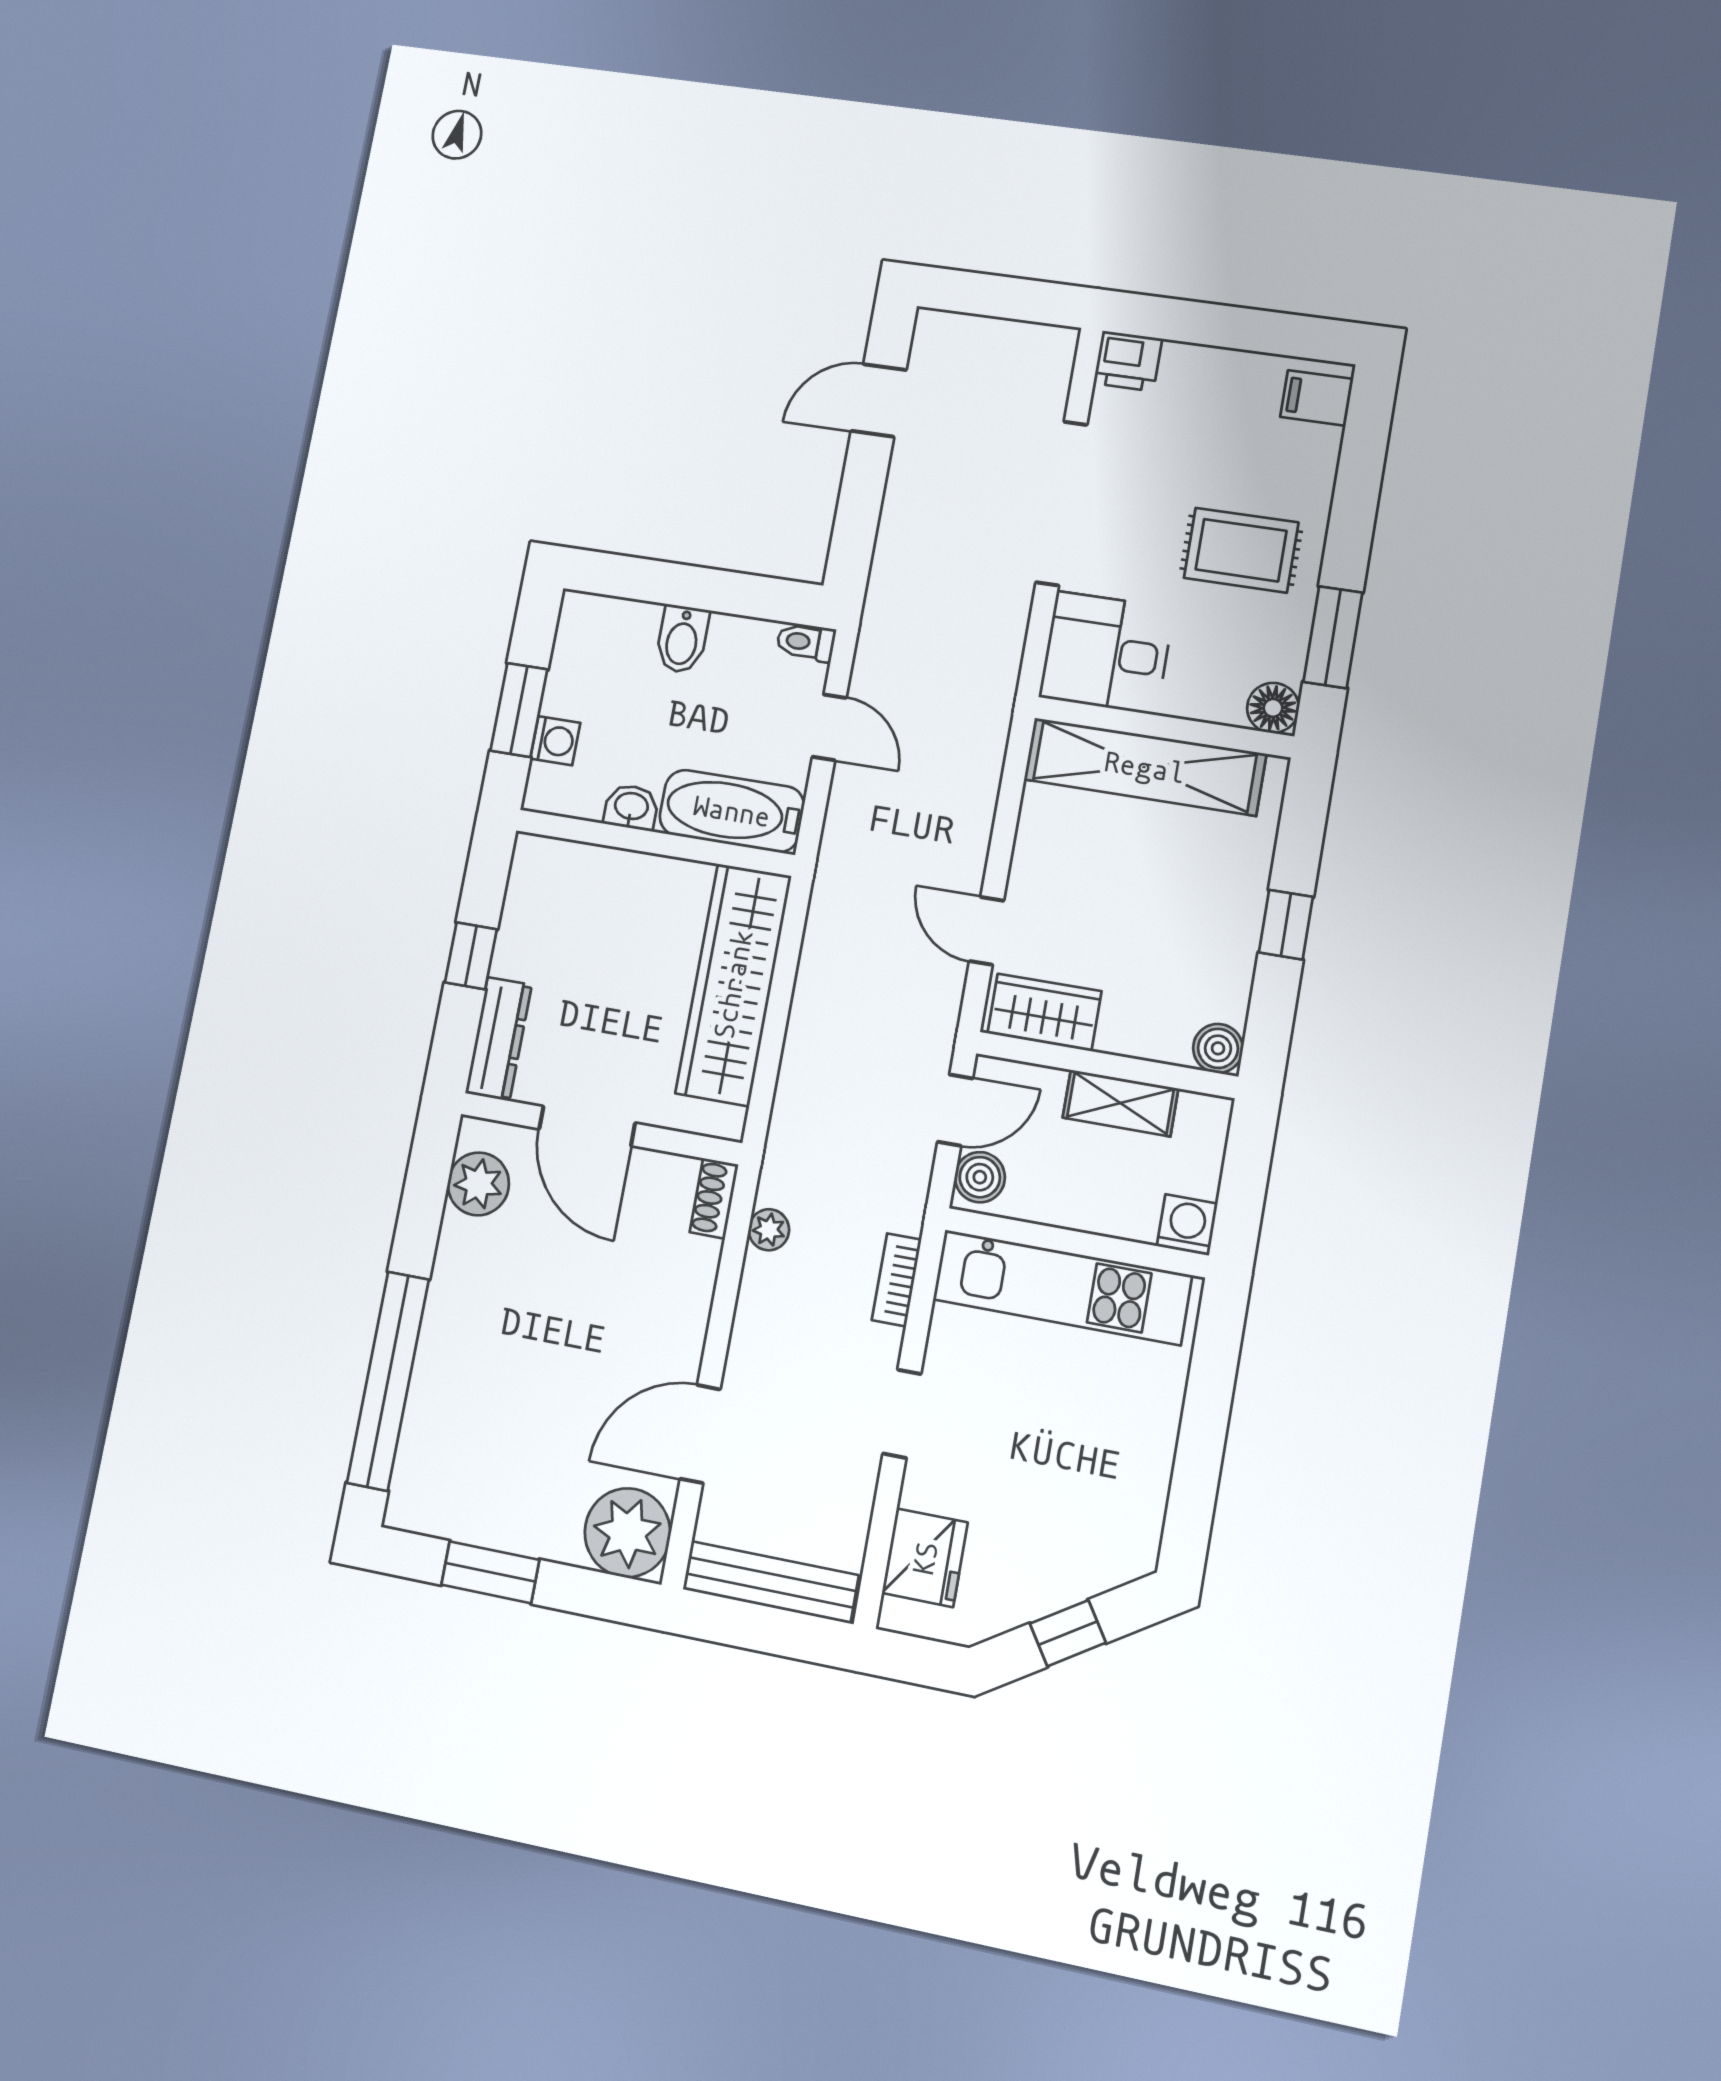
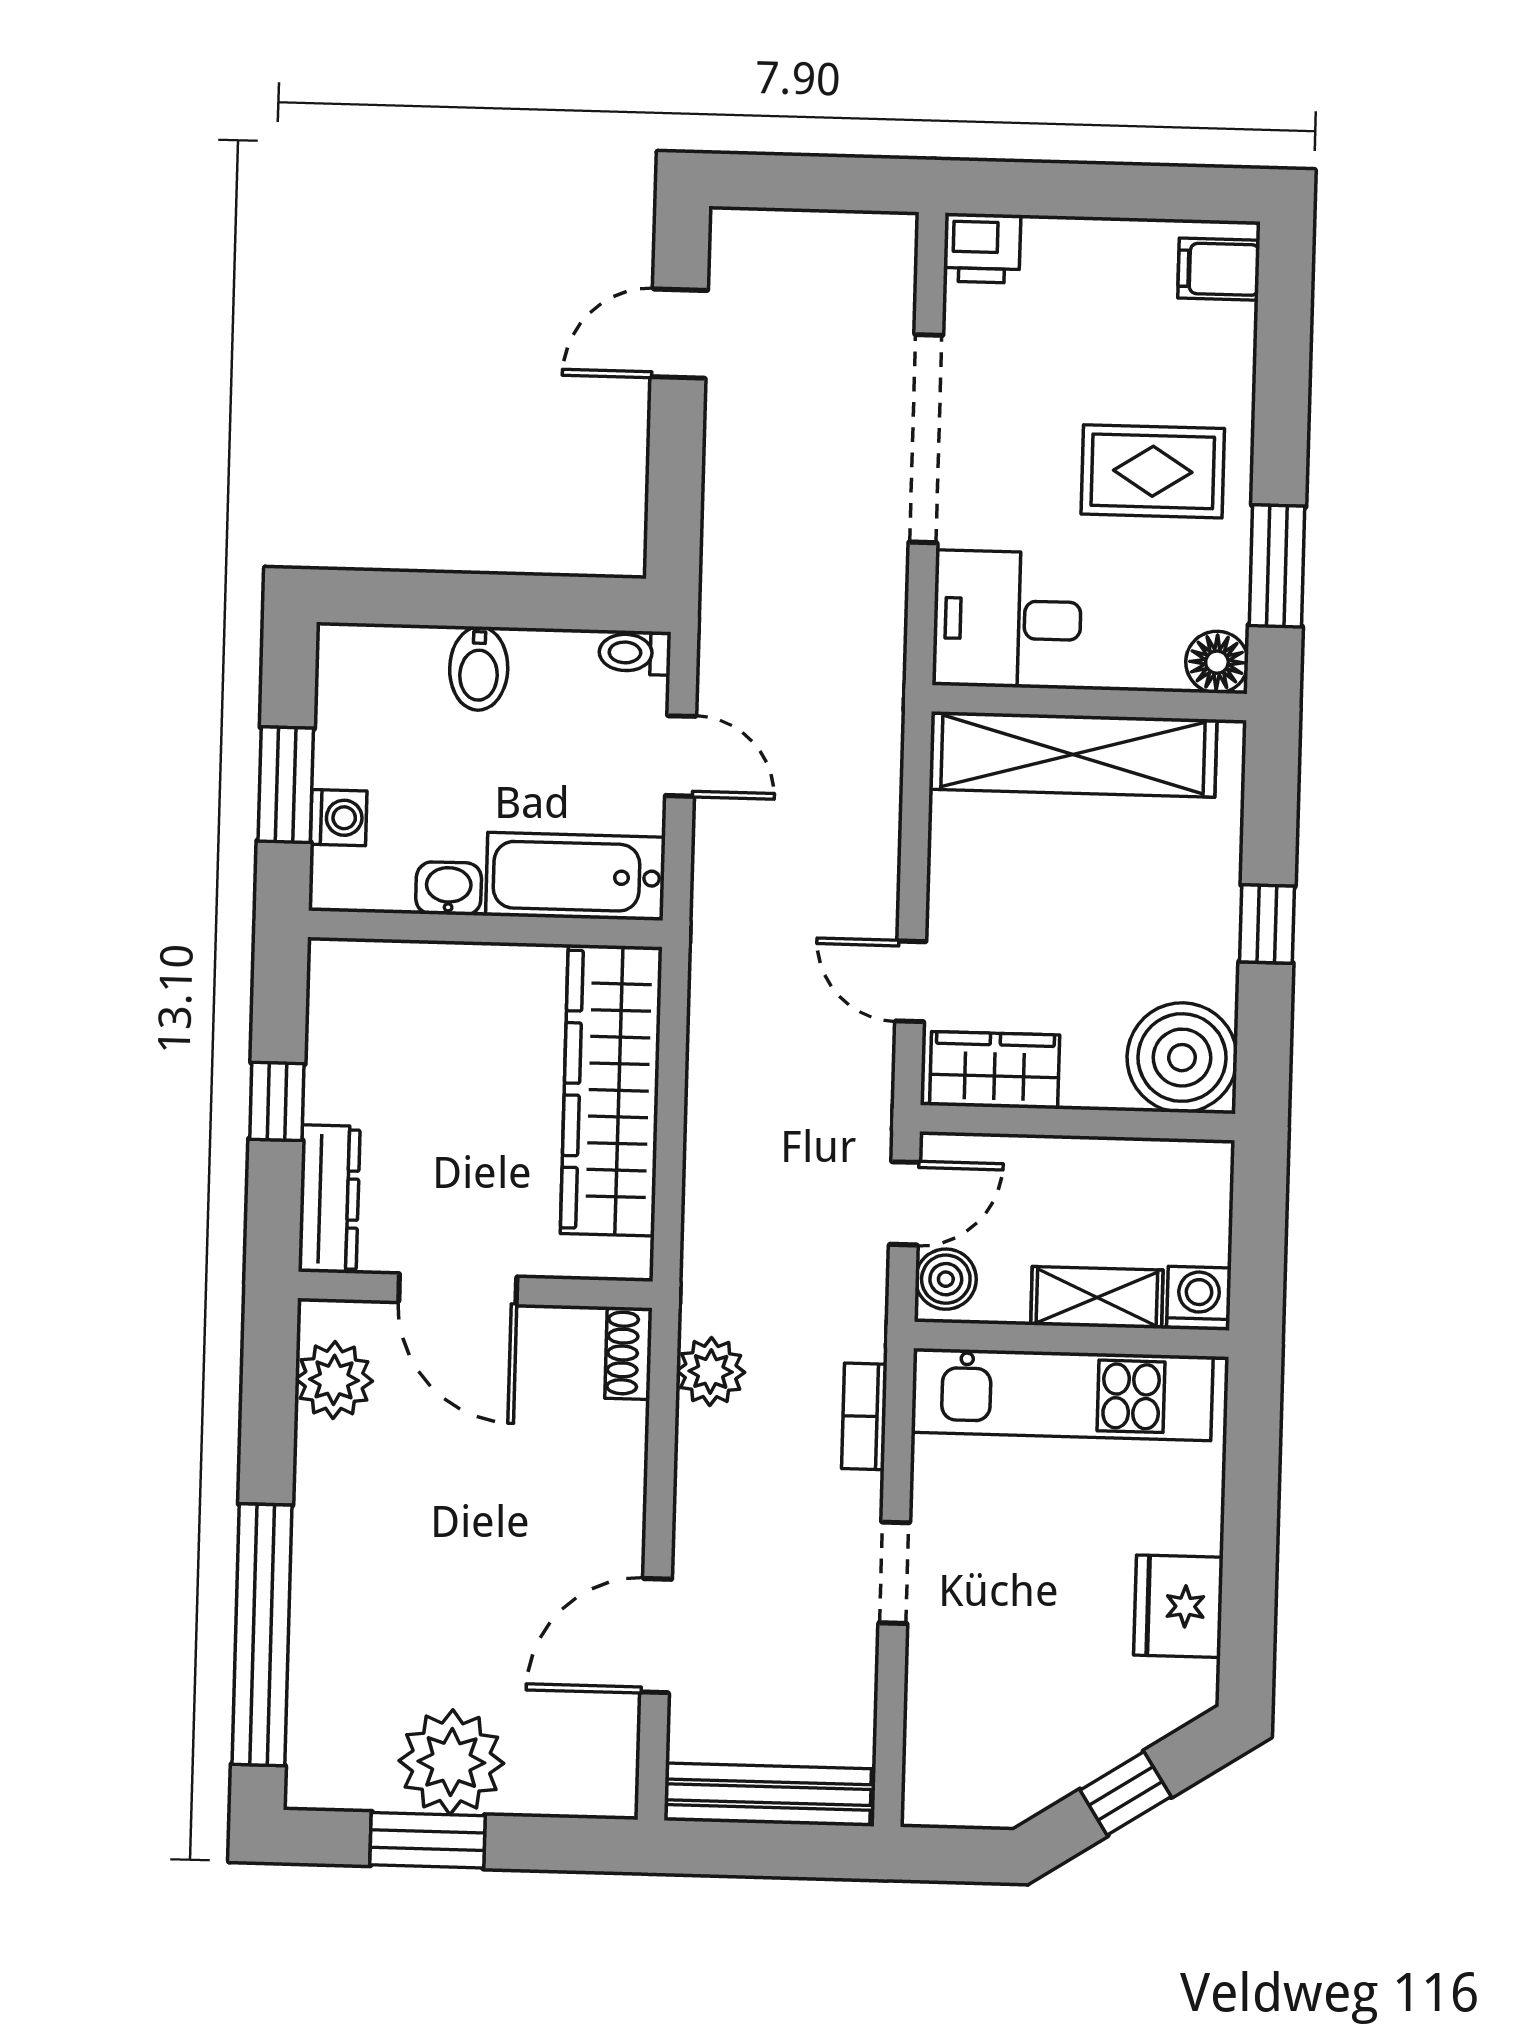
boiler: (1218, 1048) -> (1182, 1058), width x1.86, depth x1.86
shelving: (1120, 1103) -> (1097, 1297), moved
plant: (769, 1230) -> (711, 1371), width x1.38, depth x1.38
plant: (627, 1533) -> (451, 1762), moved
fridge: (925, 1558) -> (1178, 1606), moved, turned 180

